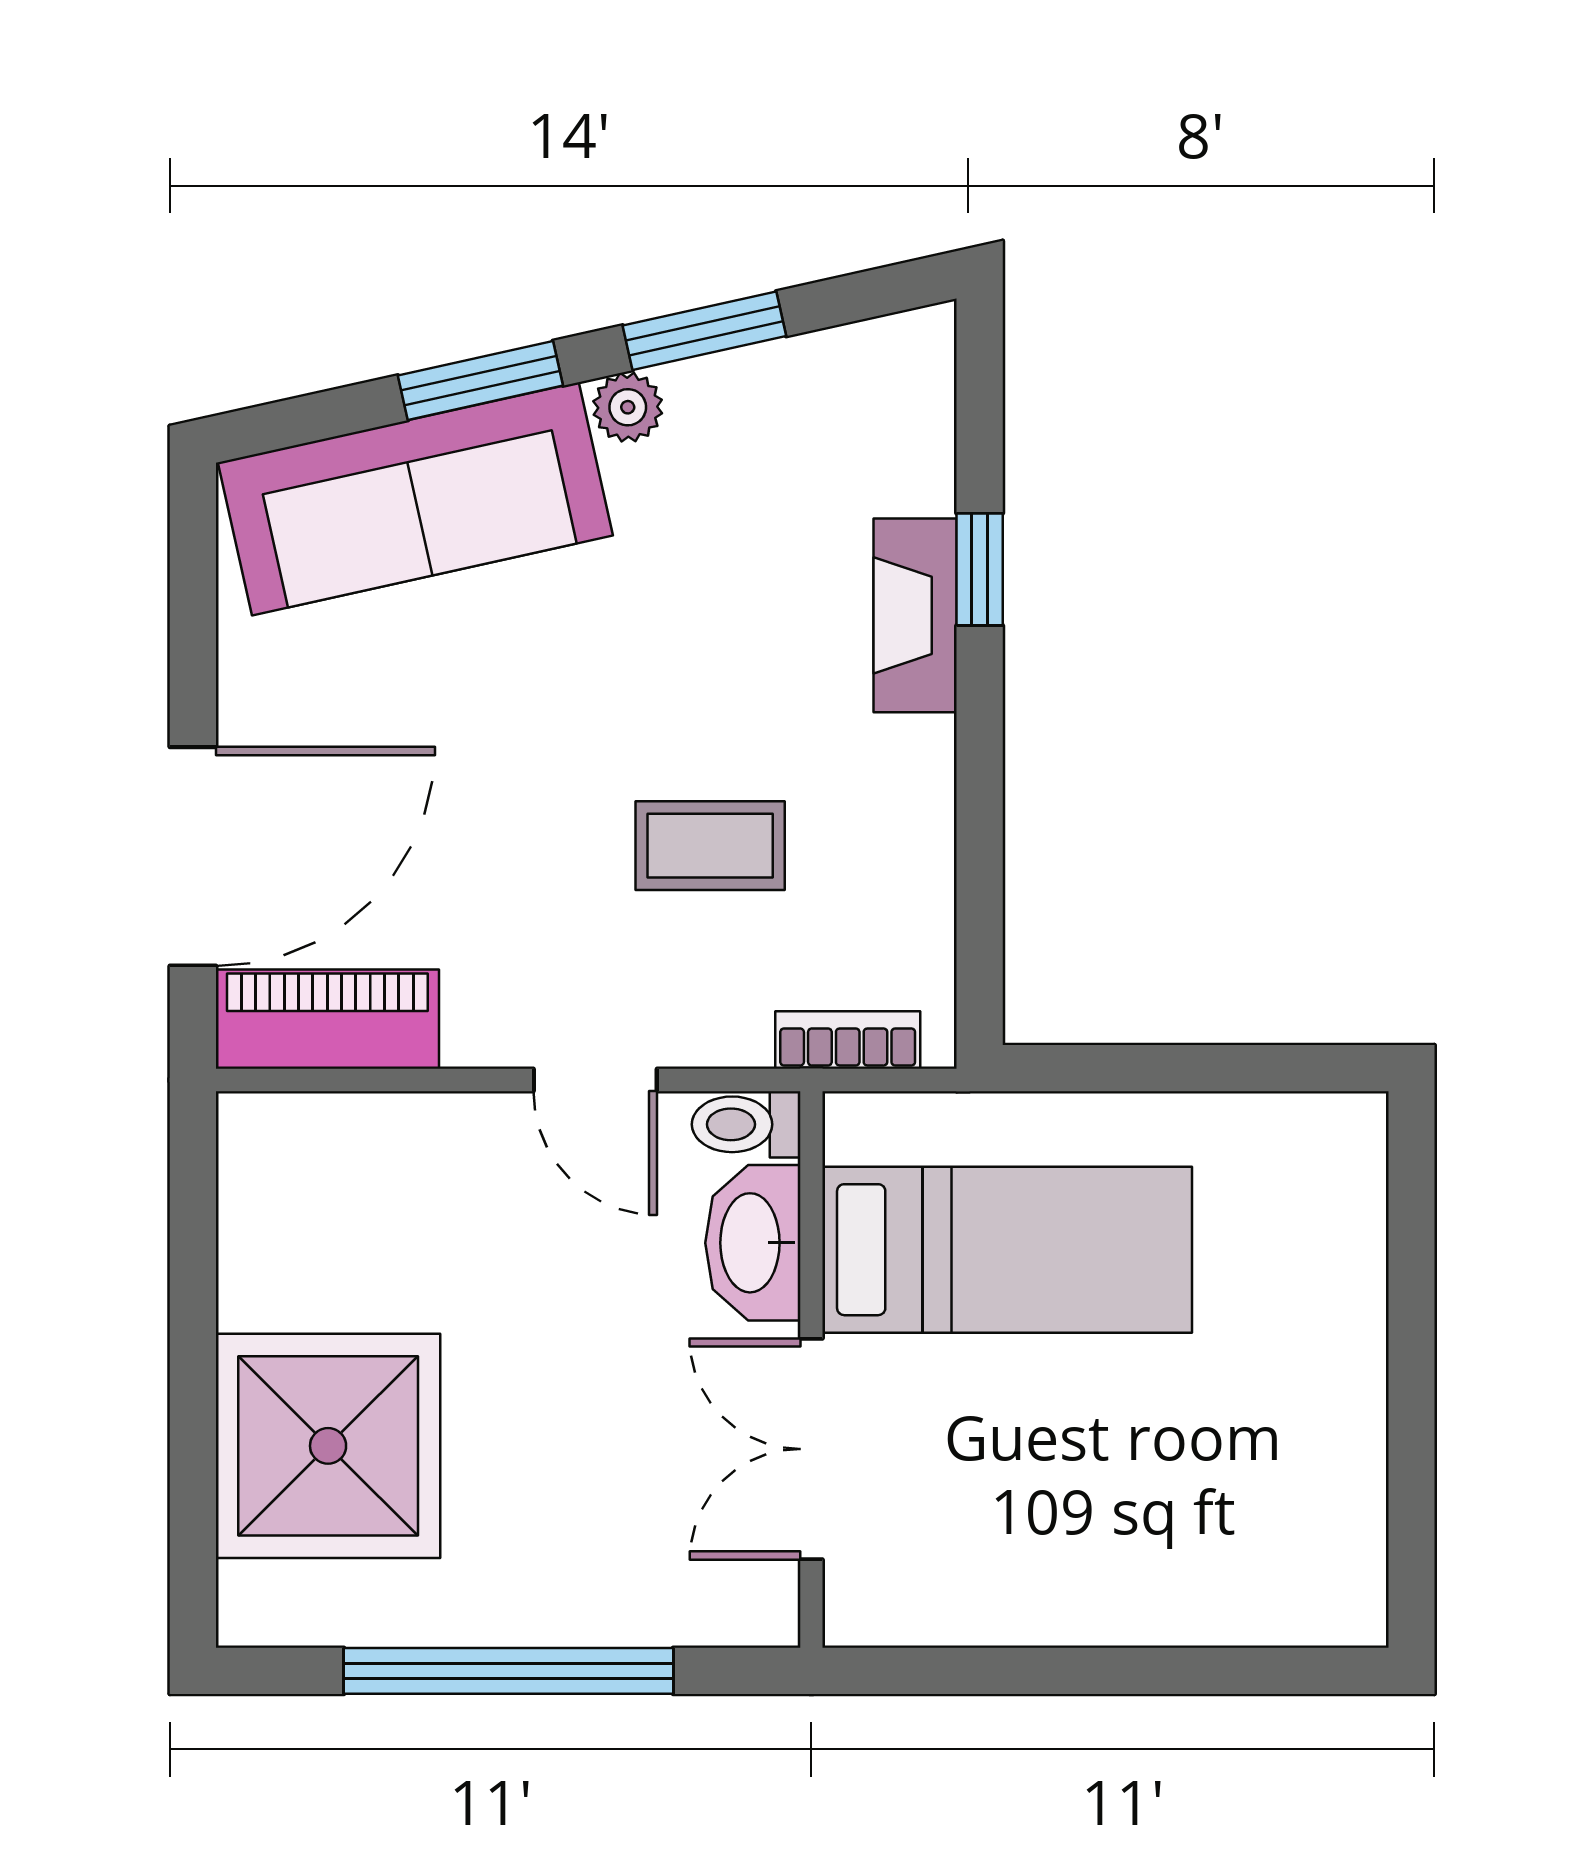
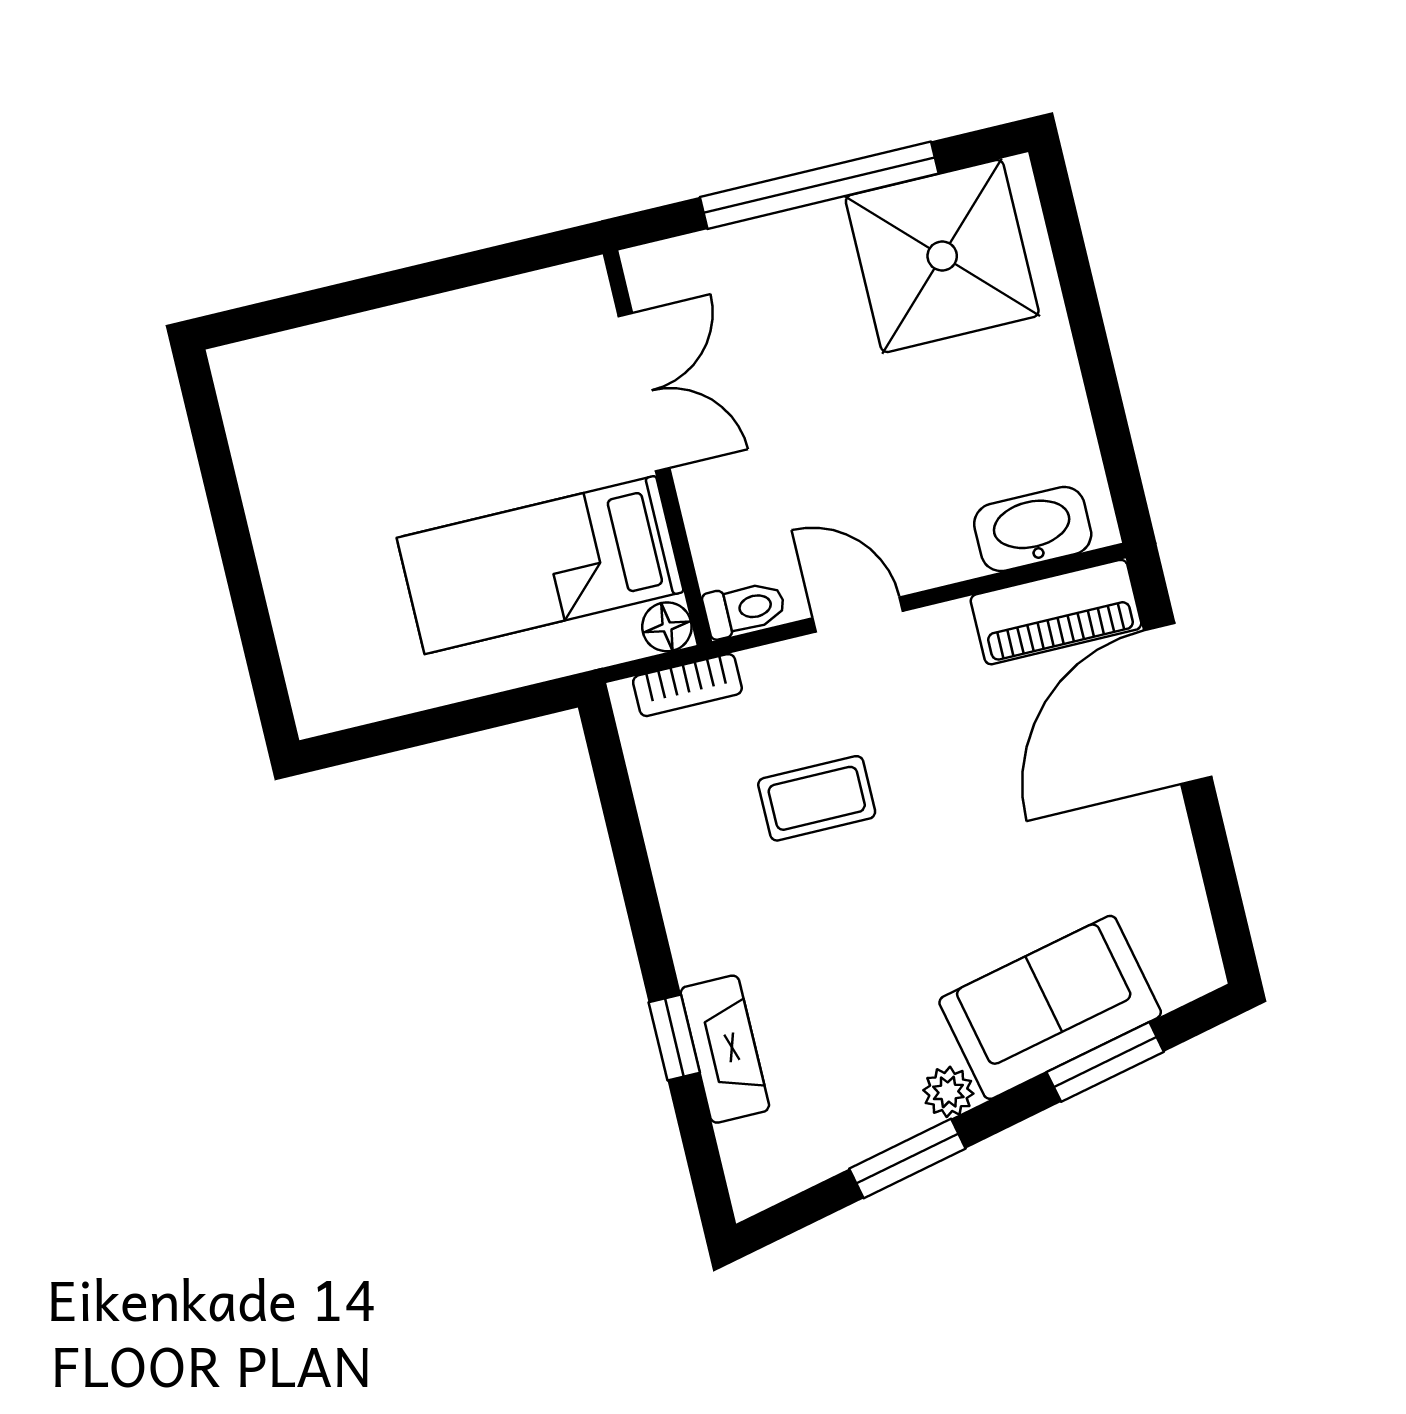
window: (480, 380) -> (1105, 1062), moved
sofa: (415, 499) -> (1050, 1007), width x0.73
fireplace: (915, 615) -> (725, 1049), moved
floor lamp: (856, 1125) -> (667, 627), added
washbasin: (753, 1243) -> (1033, 529), moved, turned -90
shower: (328, 1446) -> (942, 256), moved

